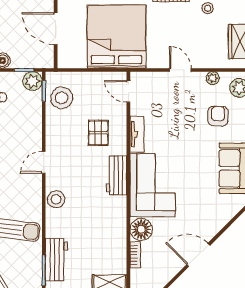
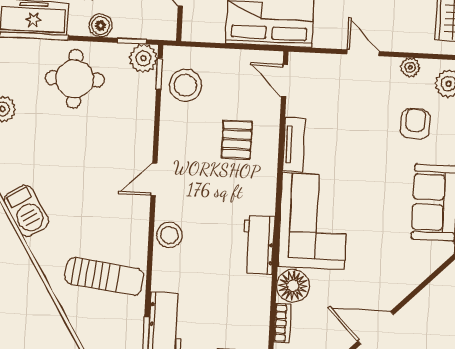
workbench: (117, 175) -> (259, 245), moved

